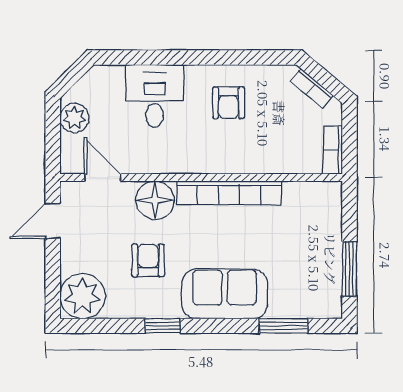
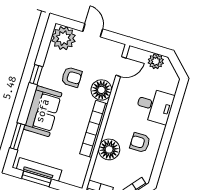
floor lamp: (258, 154) -> (109, 149), added
door: (53, 221) -> (93, 30), moved
tv unit: (331, 269) -> (39, 169), added

